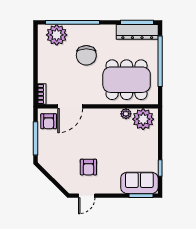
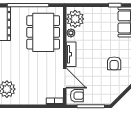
chair: (86, 55) -> (23, 65), removed
tv unit: (100, 114) -> (71, 54), added
armchair: (88, 167) -> (114, 63), turned 90

